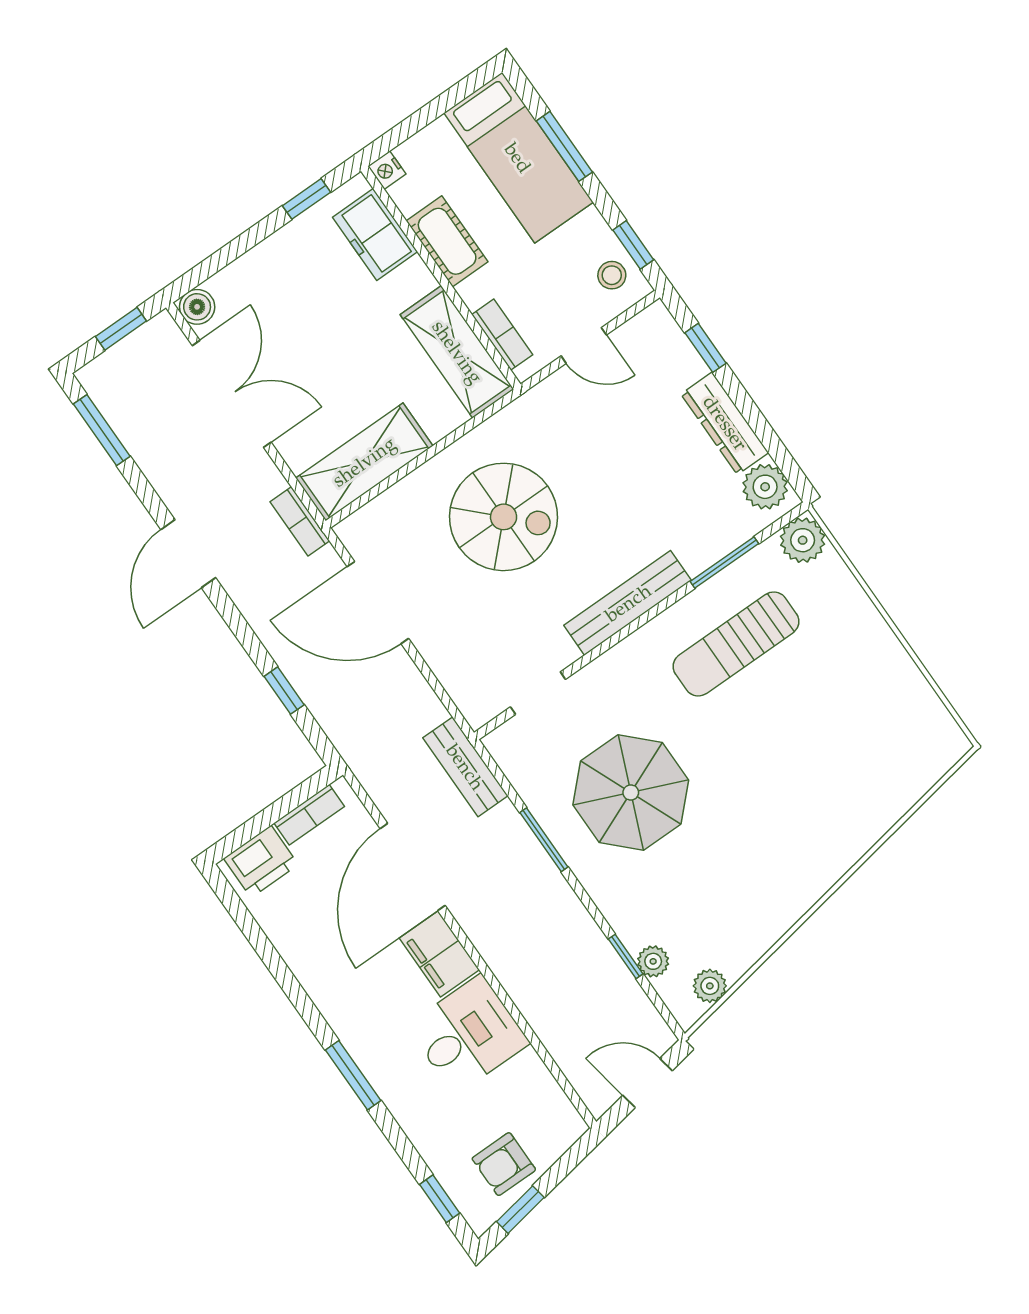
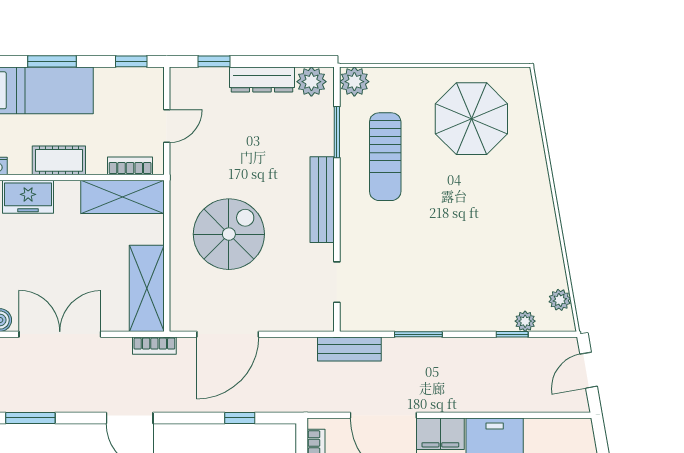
stool: (612, 275) -> (139, 84), removed
parasol: (631, 793) -> (471, 119), moved

